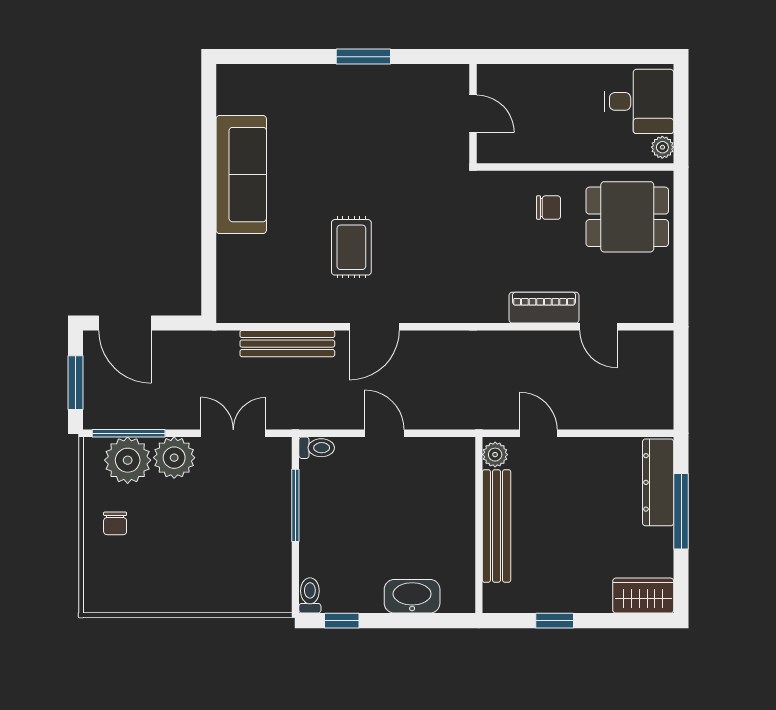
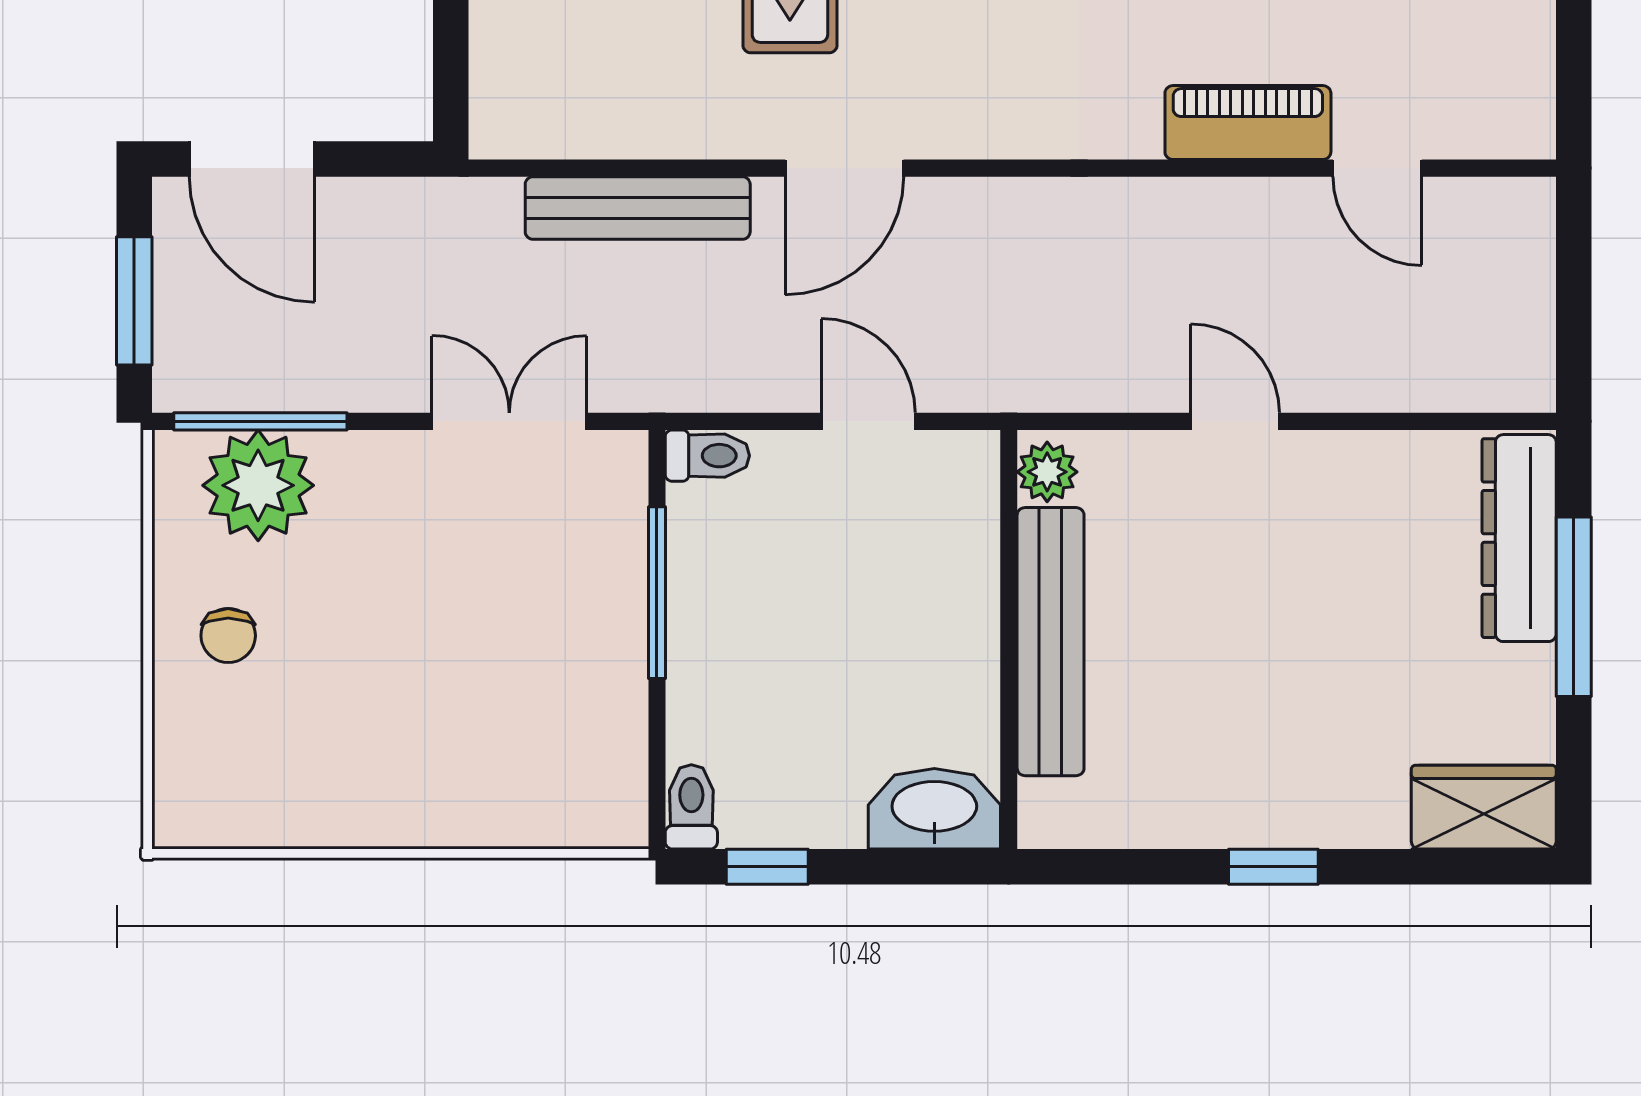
plant: (495, 455) -> (1047, 472), moved
plant: (174, 458) -> (369, 479), removed
wall: (479, 525) -> (1009, 639), moved
bench: (497, 526) -> (1051, 642), moved

